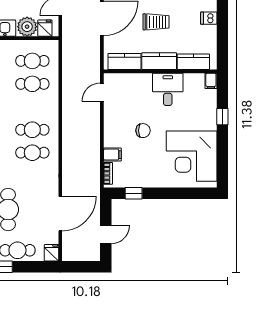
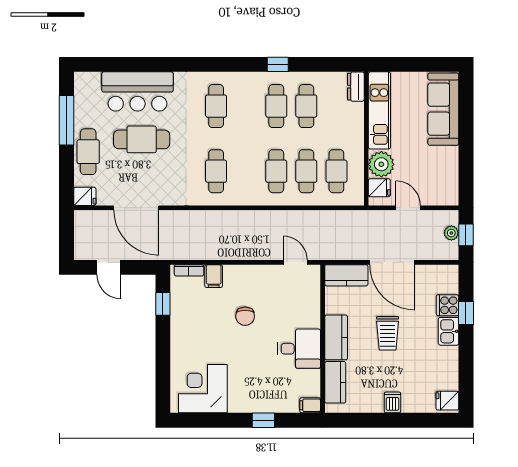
kitchen counter: (124, 62) -> (346, 275), moved, turned 90
cafe table: (32, 130) -> (276, 171), moved
corner desk: (192, 156) -> (203, 389), width x0.74, depth x0.74

